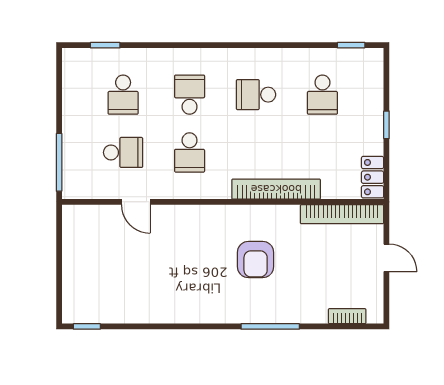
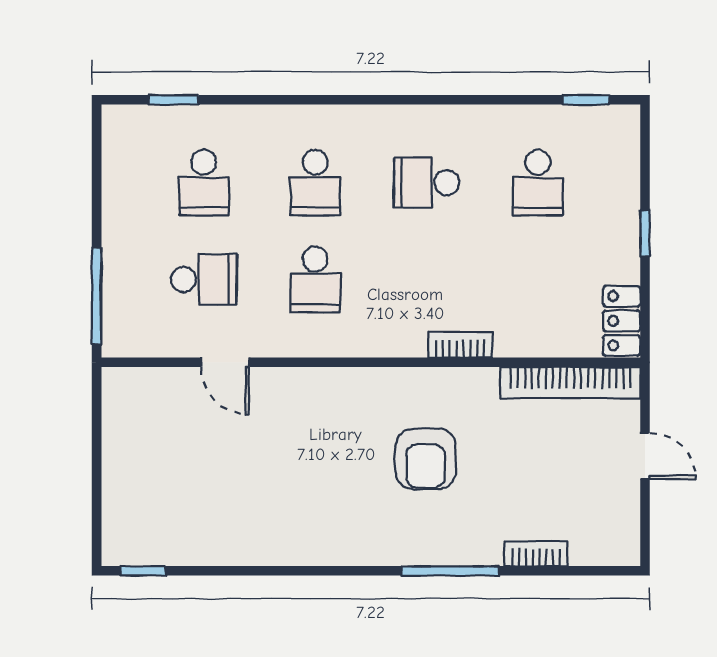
school desk: (190, 95) -> (315, 183), turned 180
bookcase: (276, 189) -> (460, 345), width x0.43, depth x0.76
bookcase: (347, 316) -> (536, 554), moved

